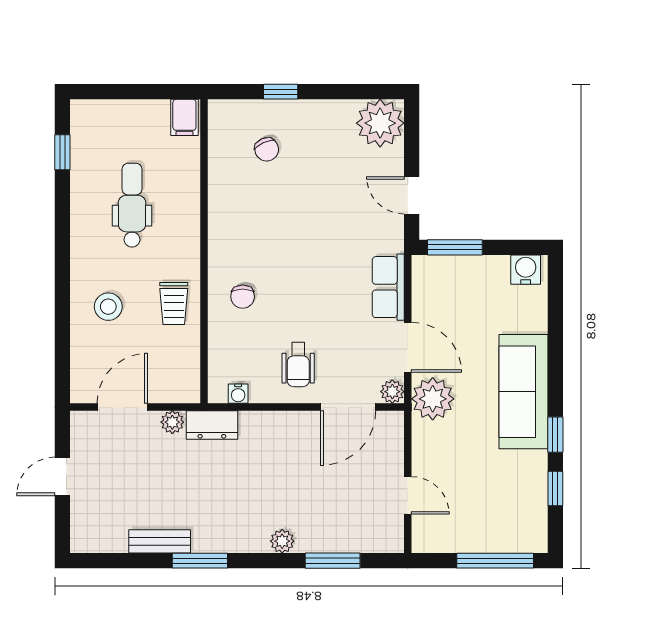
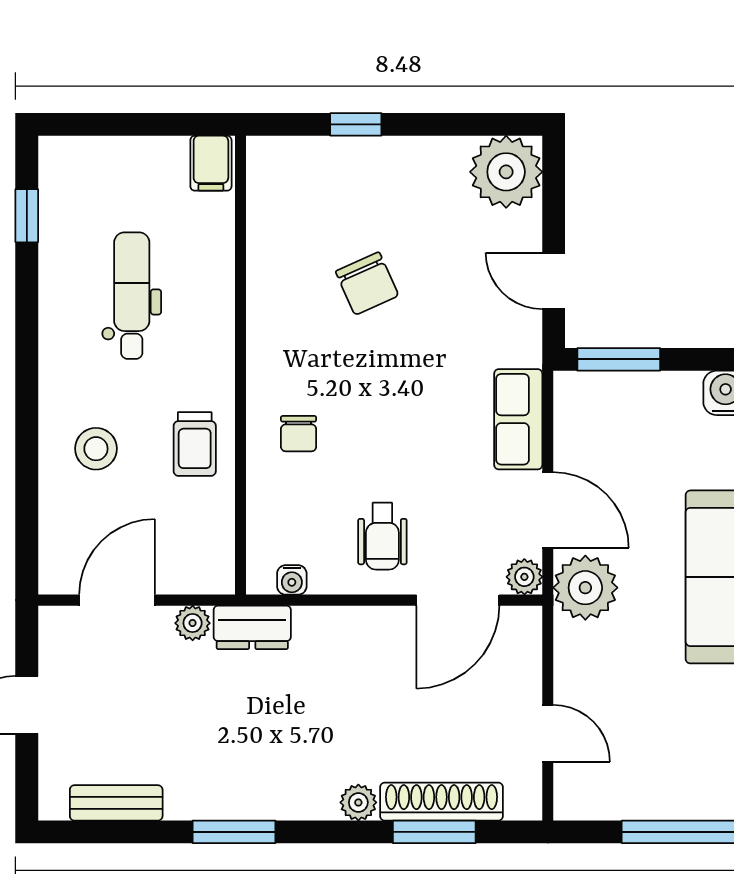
chair: (267, 149) -> (367, 283), moved, width x1.37, depth x1.37
bench: (160, 541) -> (116, 803), moved
shoe rack: (337, 541) -> (442, 802), added

